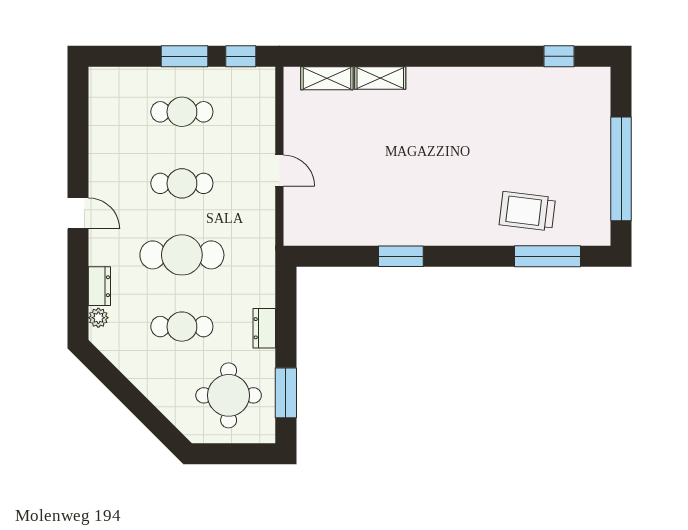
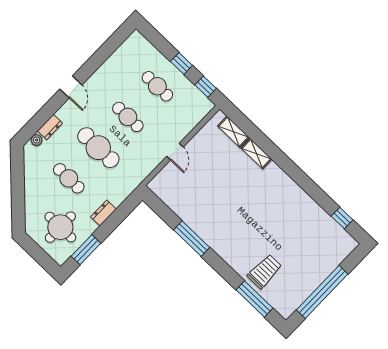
window: (185, 56) -> (181, 63), width x0.67
trolley: (527, 211) -> (264, 271), turned 83
window: (401, 256) -> (192, 239), width x1.44

